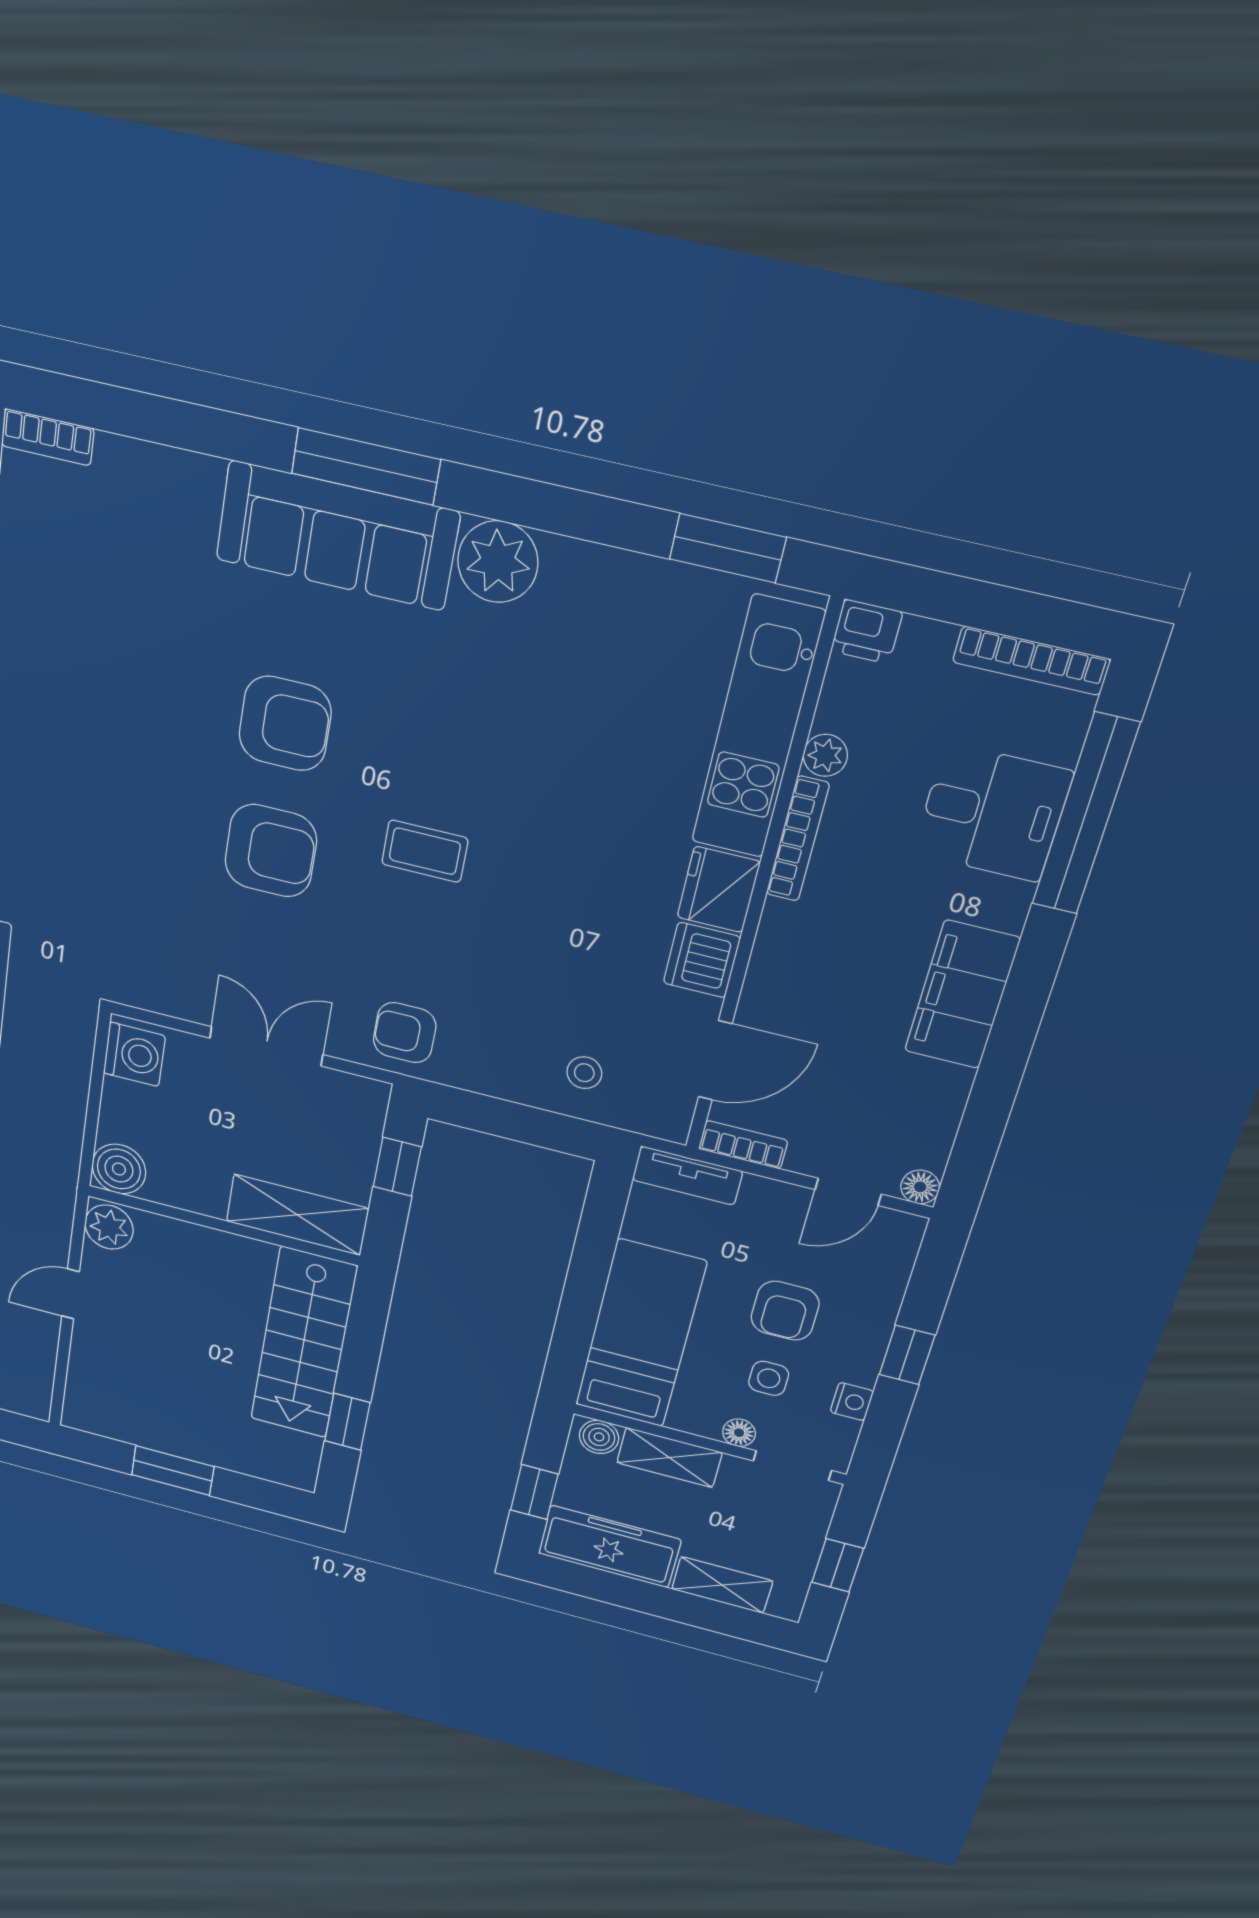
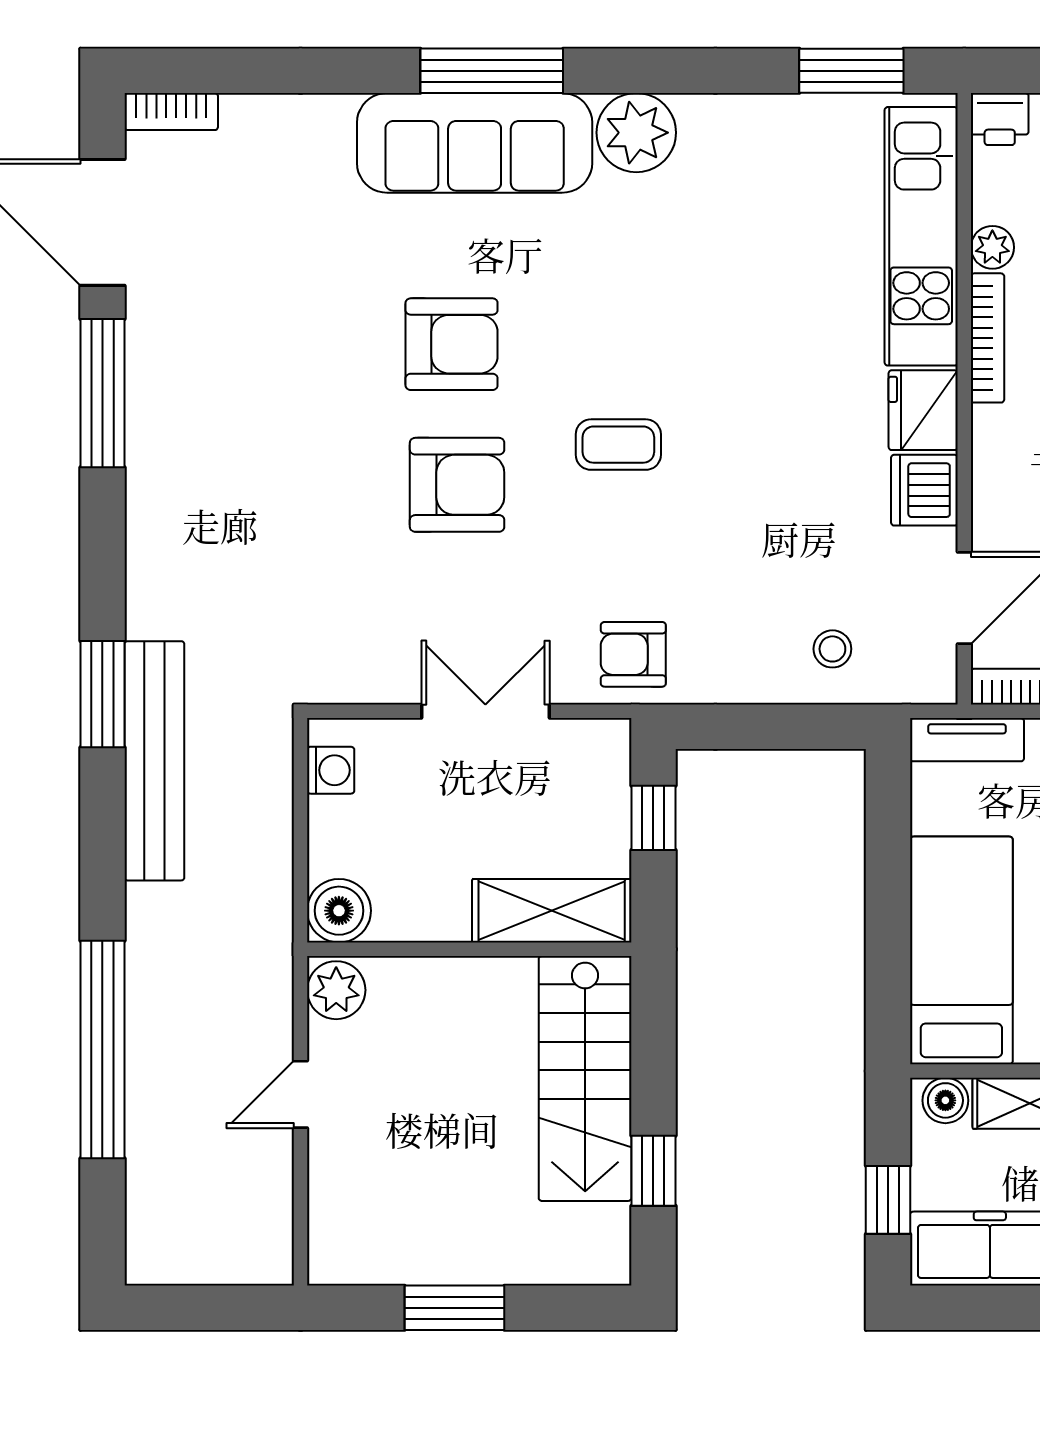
washing machine: (134, 1054) -> (331, 770), width x0.73, depth x0.73

